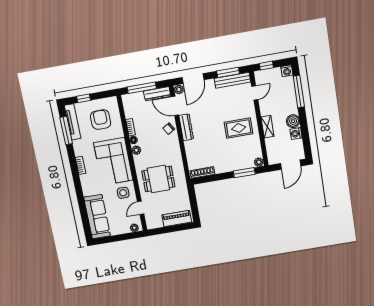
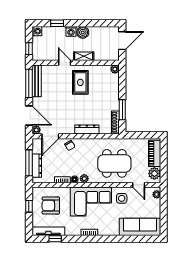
window: (228, 72) -> (29, 83), width x1.44
window: (299, 92) -> (57, 23), width x0.46
door: (255, 93) -> (65, 63), moved
dresser: (157, 94) -> (37, 166), moved
window: (84, 98) -> (29, 206), moved
dresser: (186, 127) -> (87, 129), moved
window: (66, 131) -> (55, 239), width x0.46
washing machine: (296, 133) -> (71, 31), moved
door: (291, 165) -> (122, 41), hinge flipped
window: (244, 173) -> (122, 110), moved
dining table: (158, 179) -> (114, 163), width x1.38
plant: (156, 222) -> (154, 173), added

